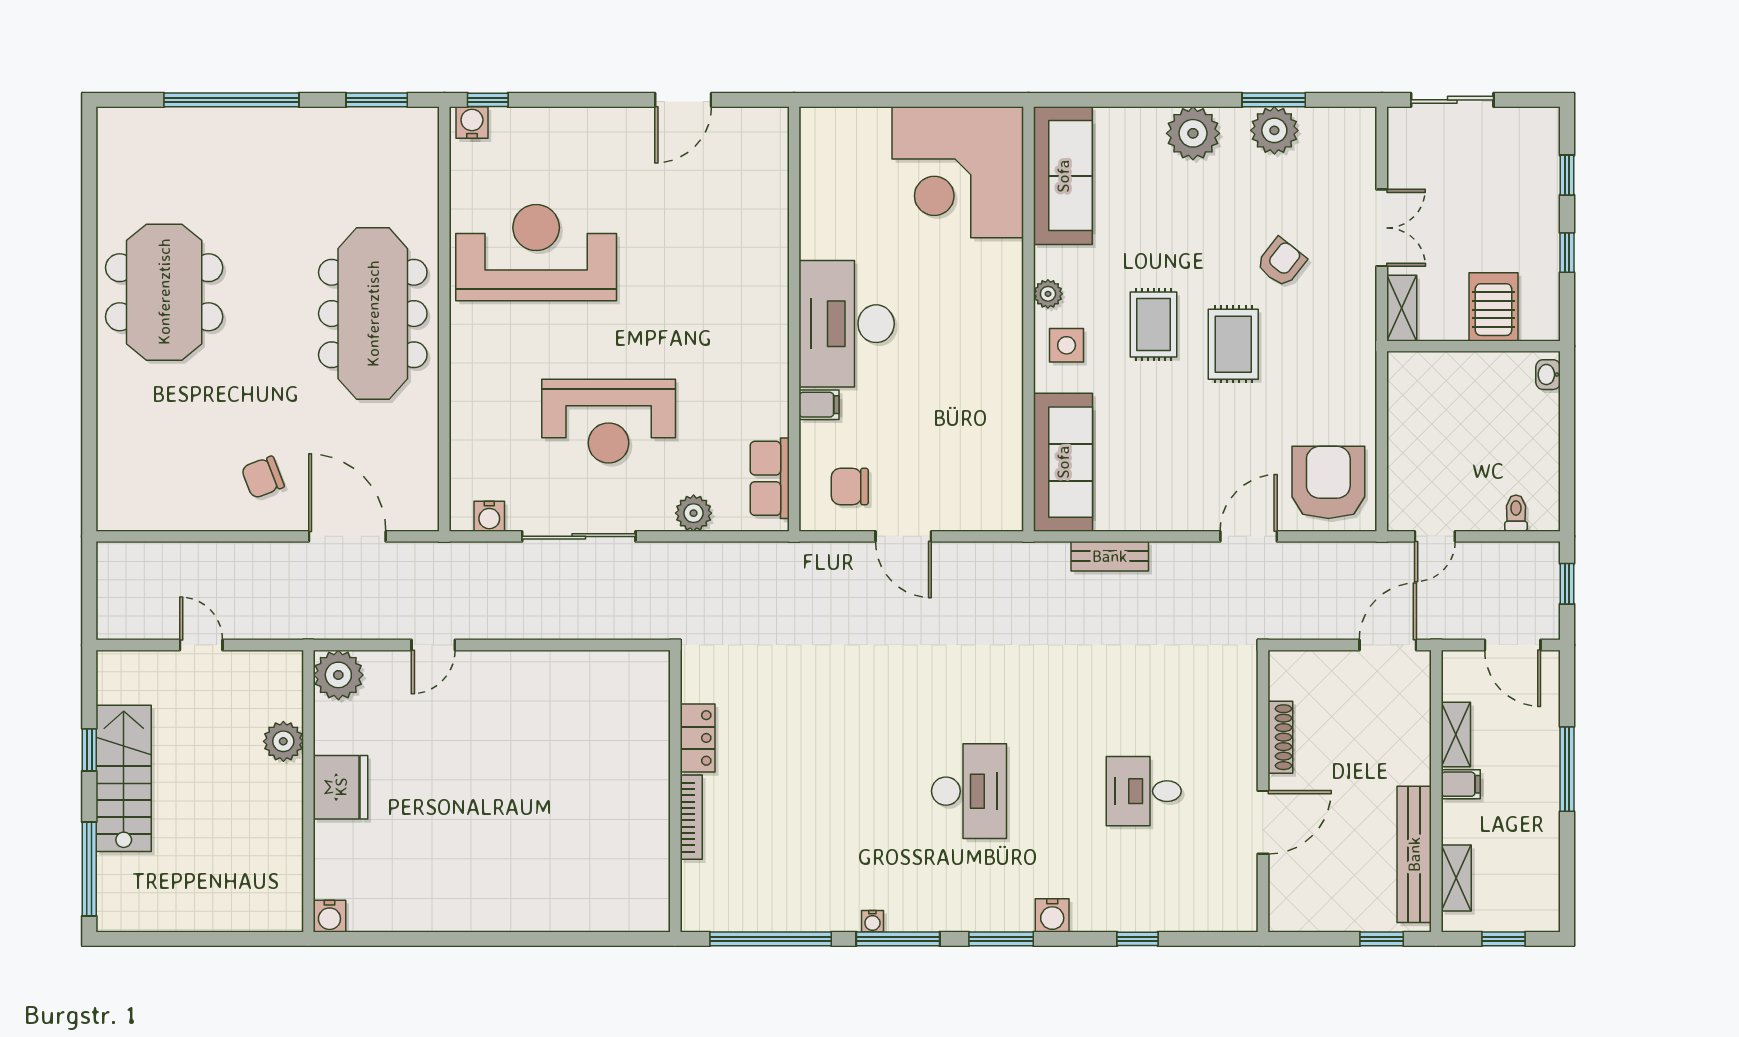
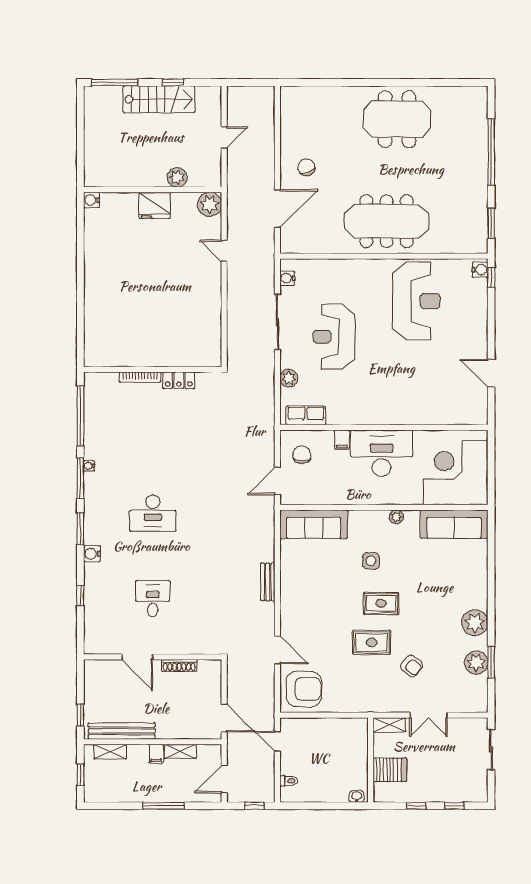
corner desk: (958, 172) -> (456, 473), moved
sofa: (1063, 176) -> (454, 524), moved
plant: (1048, 294) -> (396, 517), moved
wall: (1029, 319) -> (384, 507), moved
sofa: (1063, 462) -> (314, 524), moved

